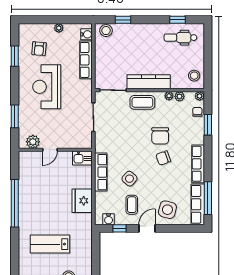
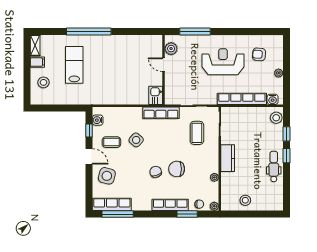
window: (178, 20) -> (286, 156), moved
dental chair: (180, 38) -> (274, 167), moved
window: (15, 56) -> (252, 31), removed
row of seats: (86, 60) -> (242, 99), width x1.36
stool: (194, 76) -> (245, 200), moved
kitchen counter: (149, 82) -> (228, 158), width x0.67
plant: (179, 96) -> (214, 187), removed
coffee table: (142, 102) -> (197, 133), moved
window: (15, 116) -> (195, 31), width x1.44
row of seats: (198, 164) -> (170, 205), moved
row of seats: (101, 172) -> (161, 113), moved
fridge: (82, 201) -> (115, 95), removed
window: (15, 203) -> (89, 31), moved

